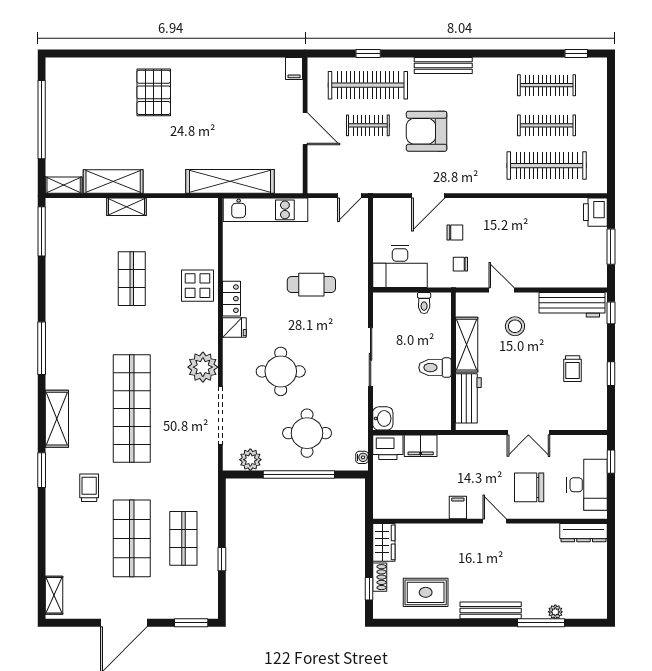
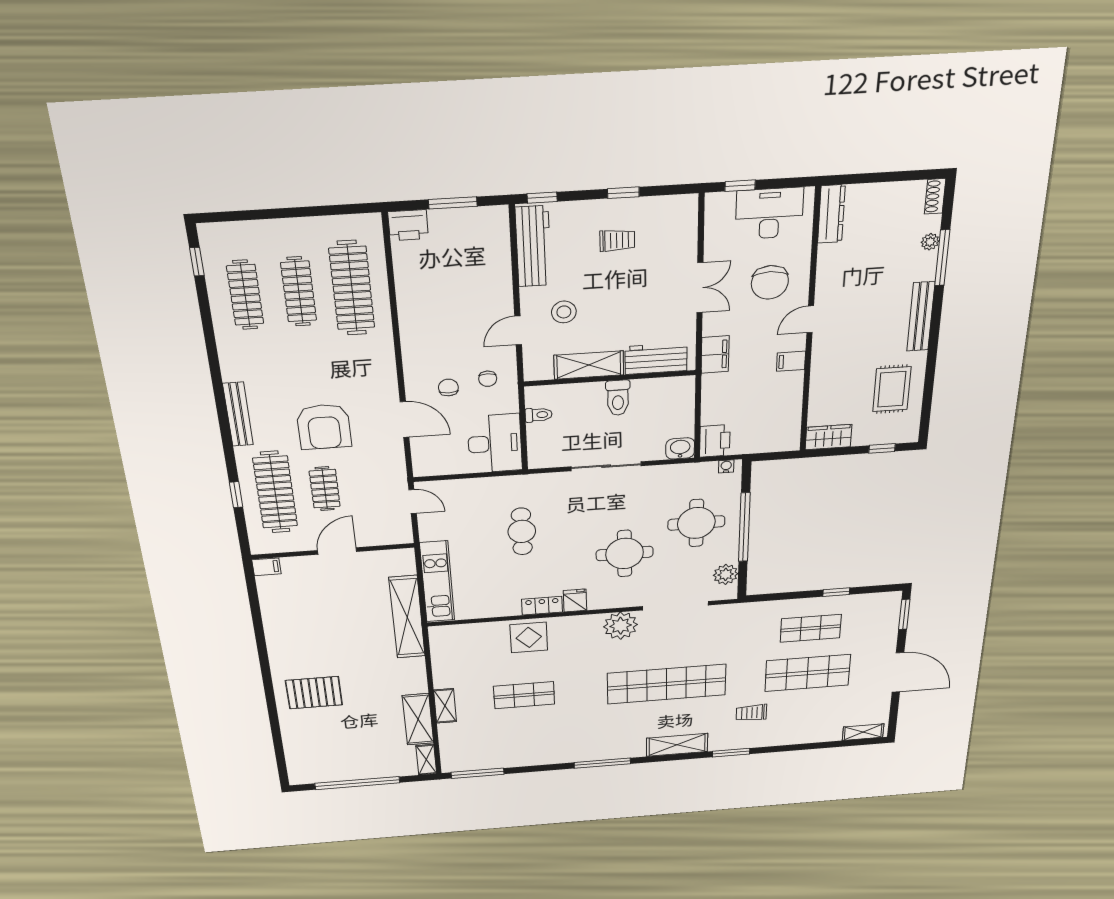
filing cabinet: (421, 446) -> (715, 354), moved
shoe rack: (380, 577) -> (935, 196), moved, turned -90

